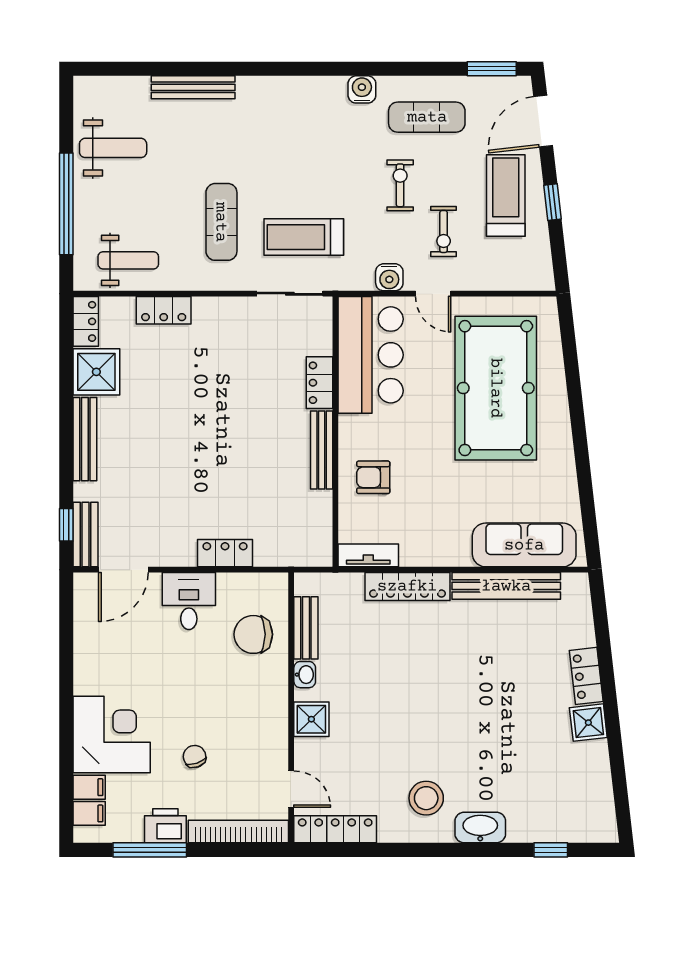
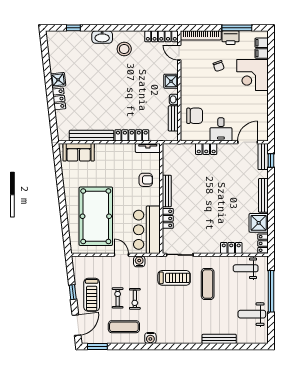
exercise bike: (444, 231) -> (118, 298), moved
sofa: (524, 545) -> (79, 152), width x0.73

